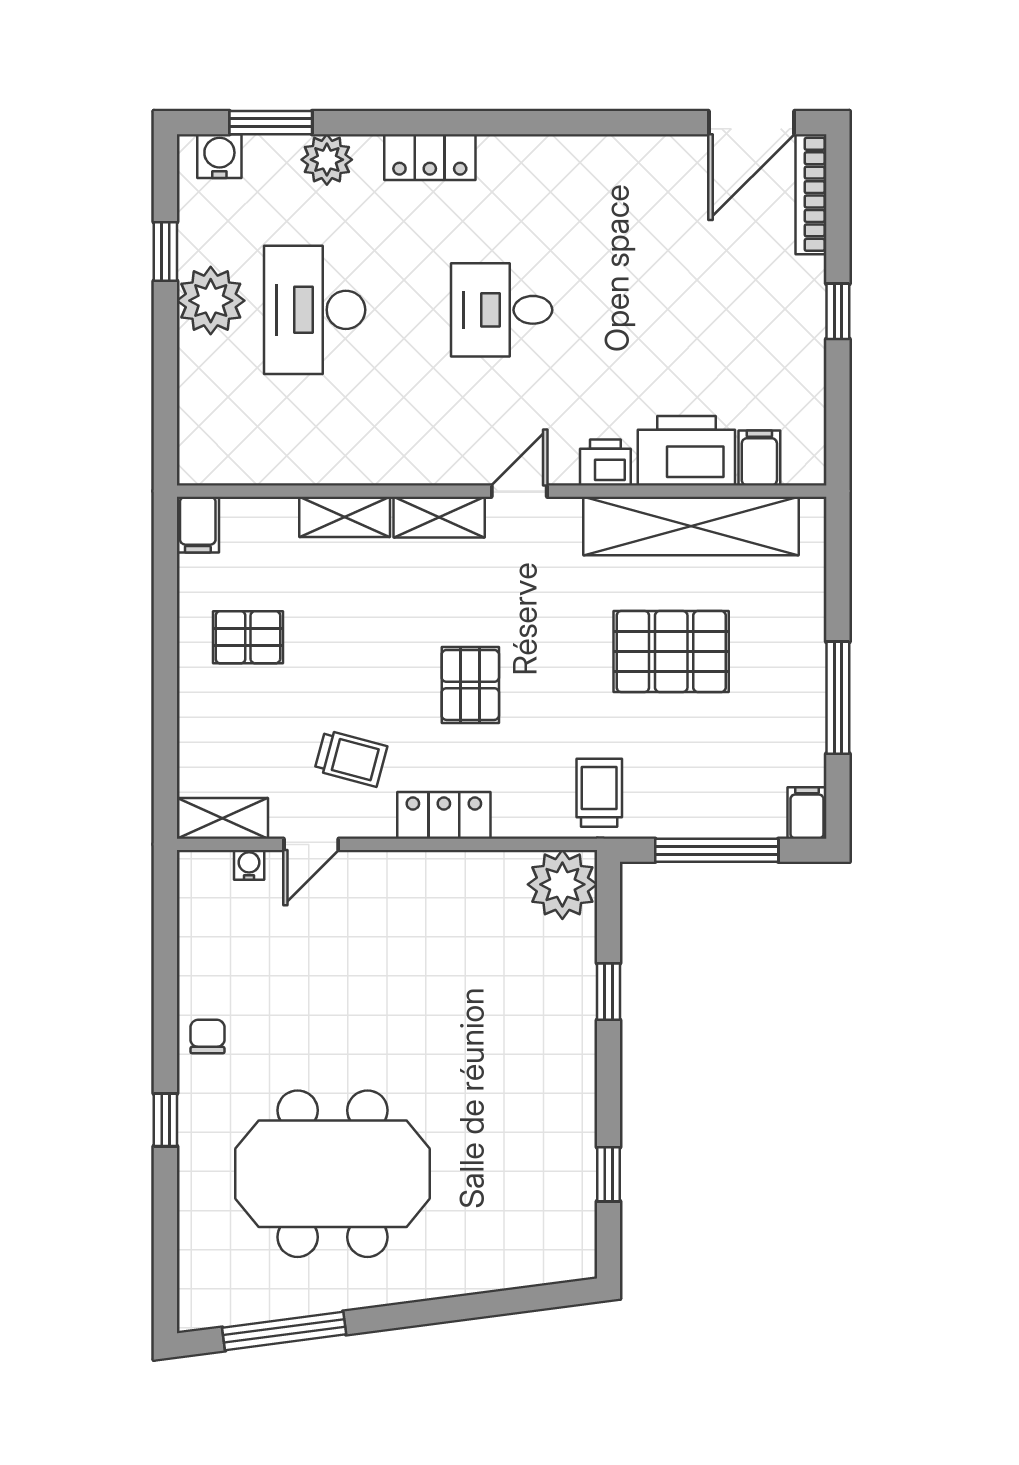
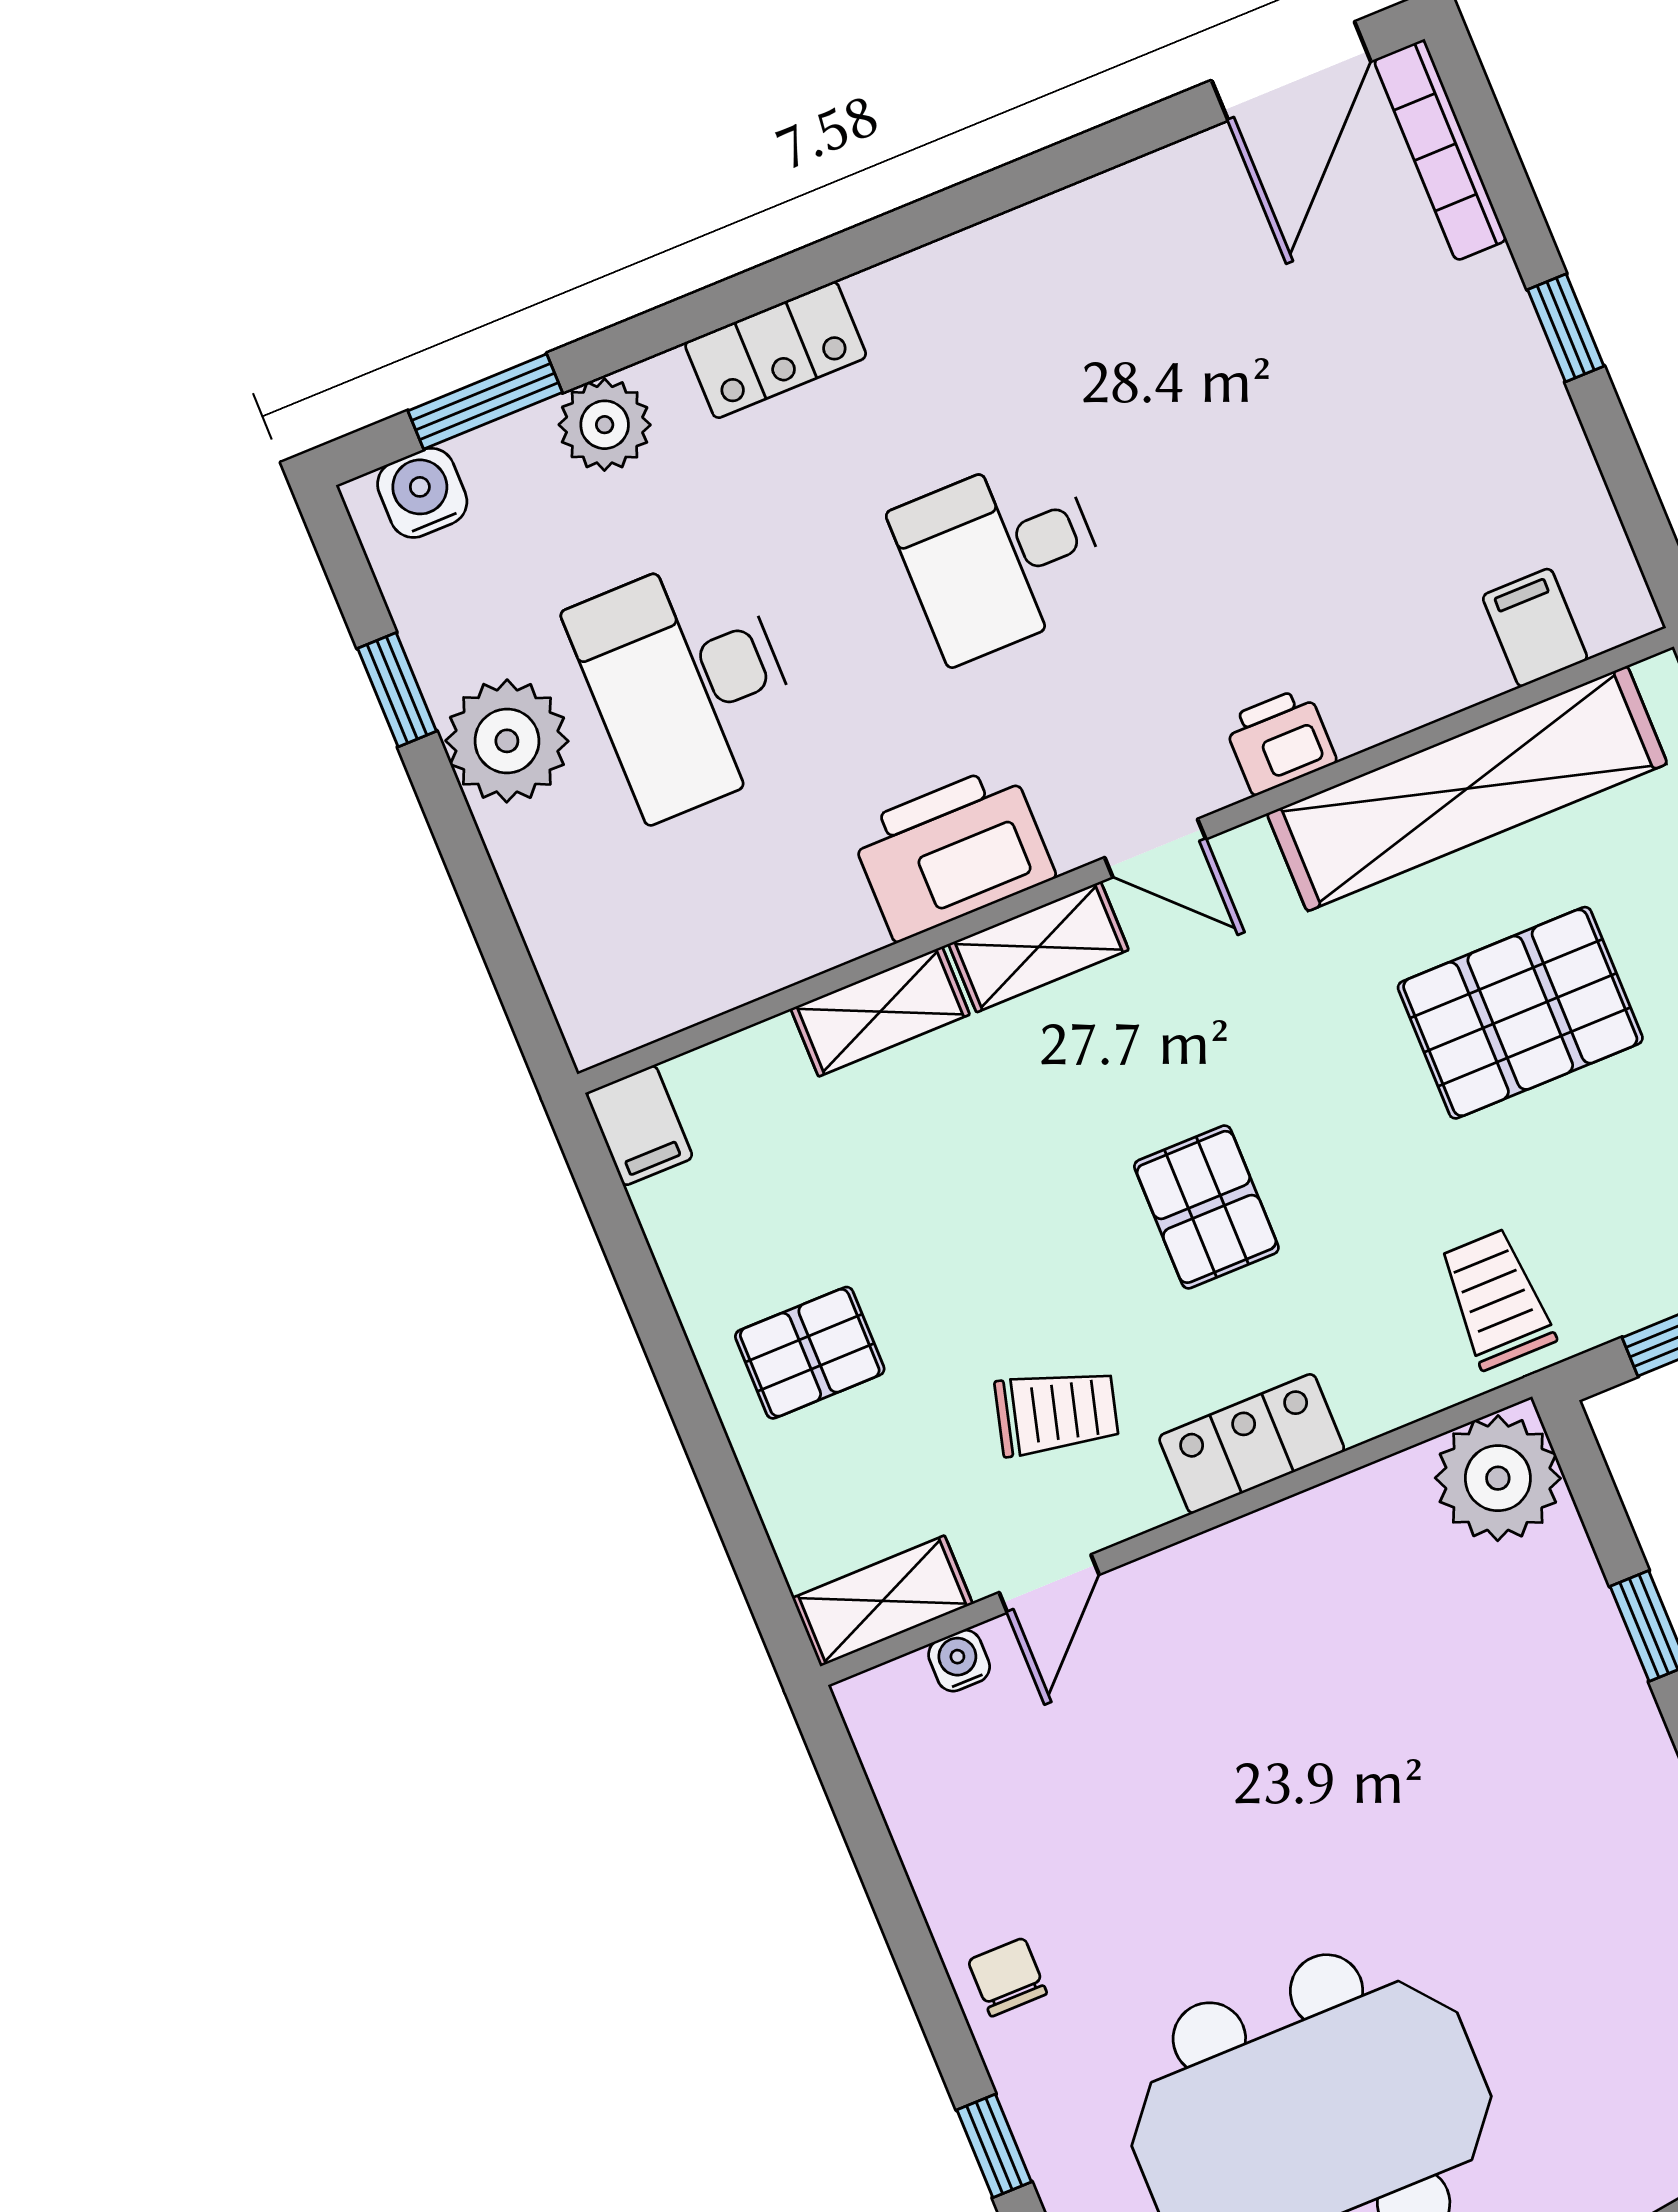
printer: (686, 451) -> (952, 852), moved
door: (519, 491) -> (1155, 848), swing flipped
pallet: (248, 637) -> (810, 1353), moved

